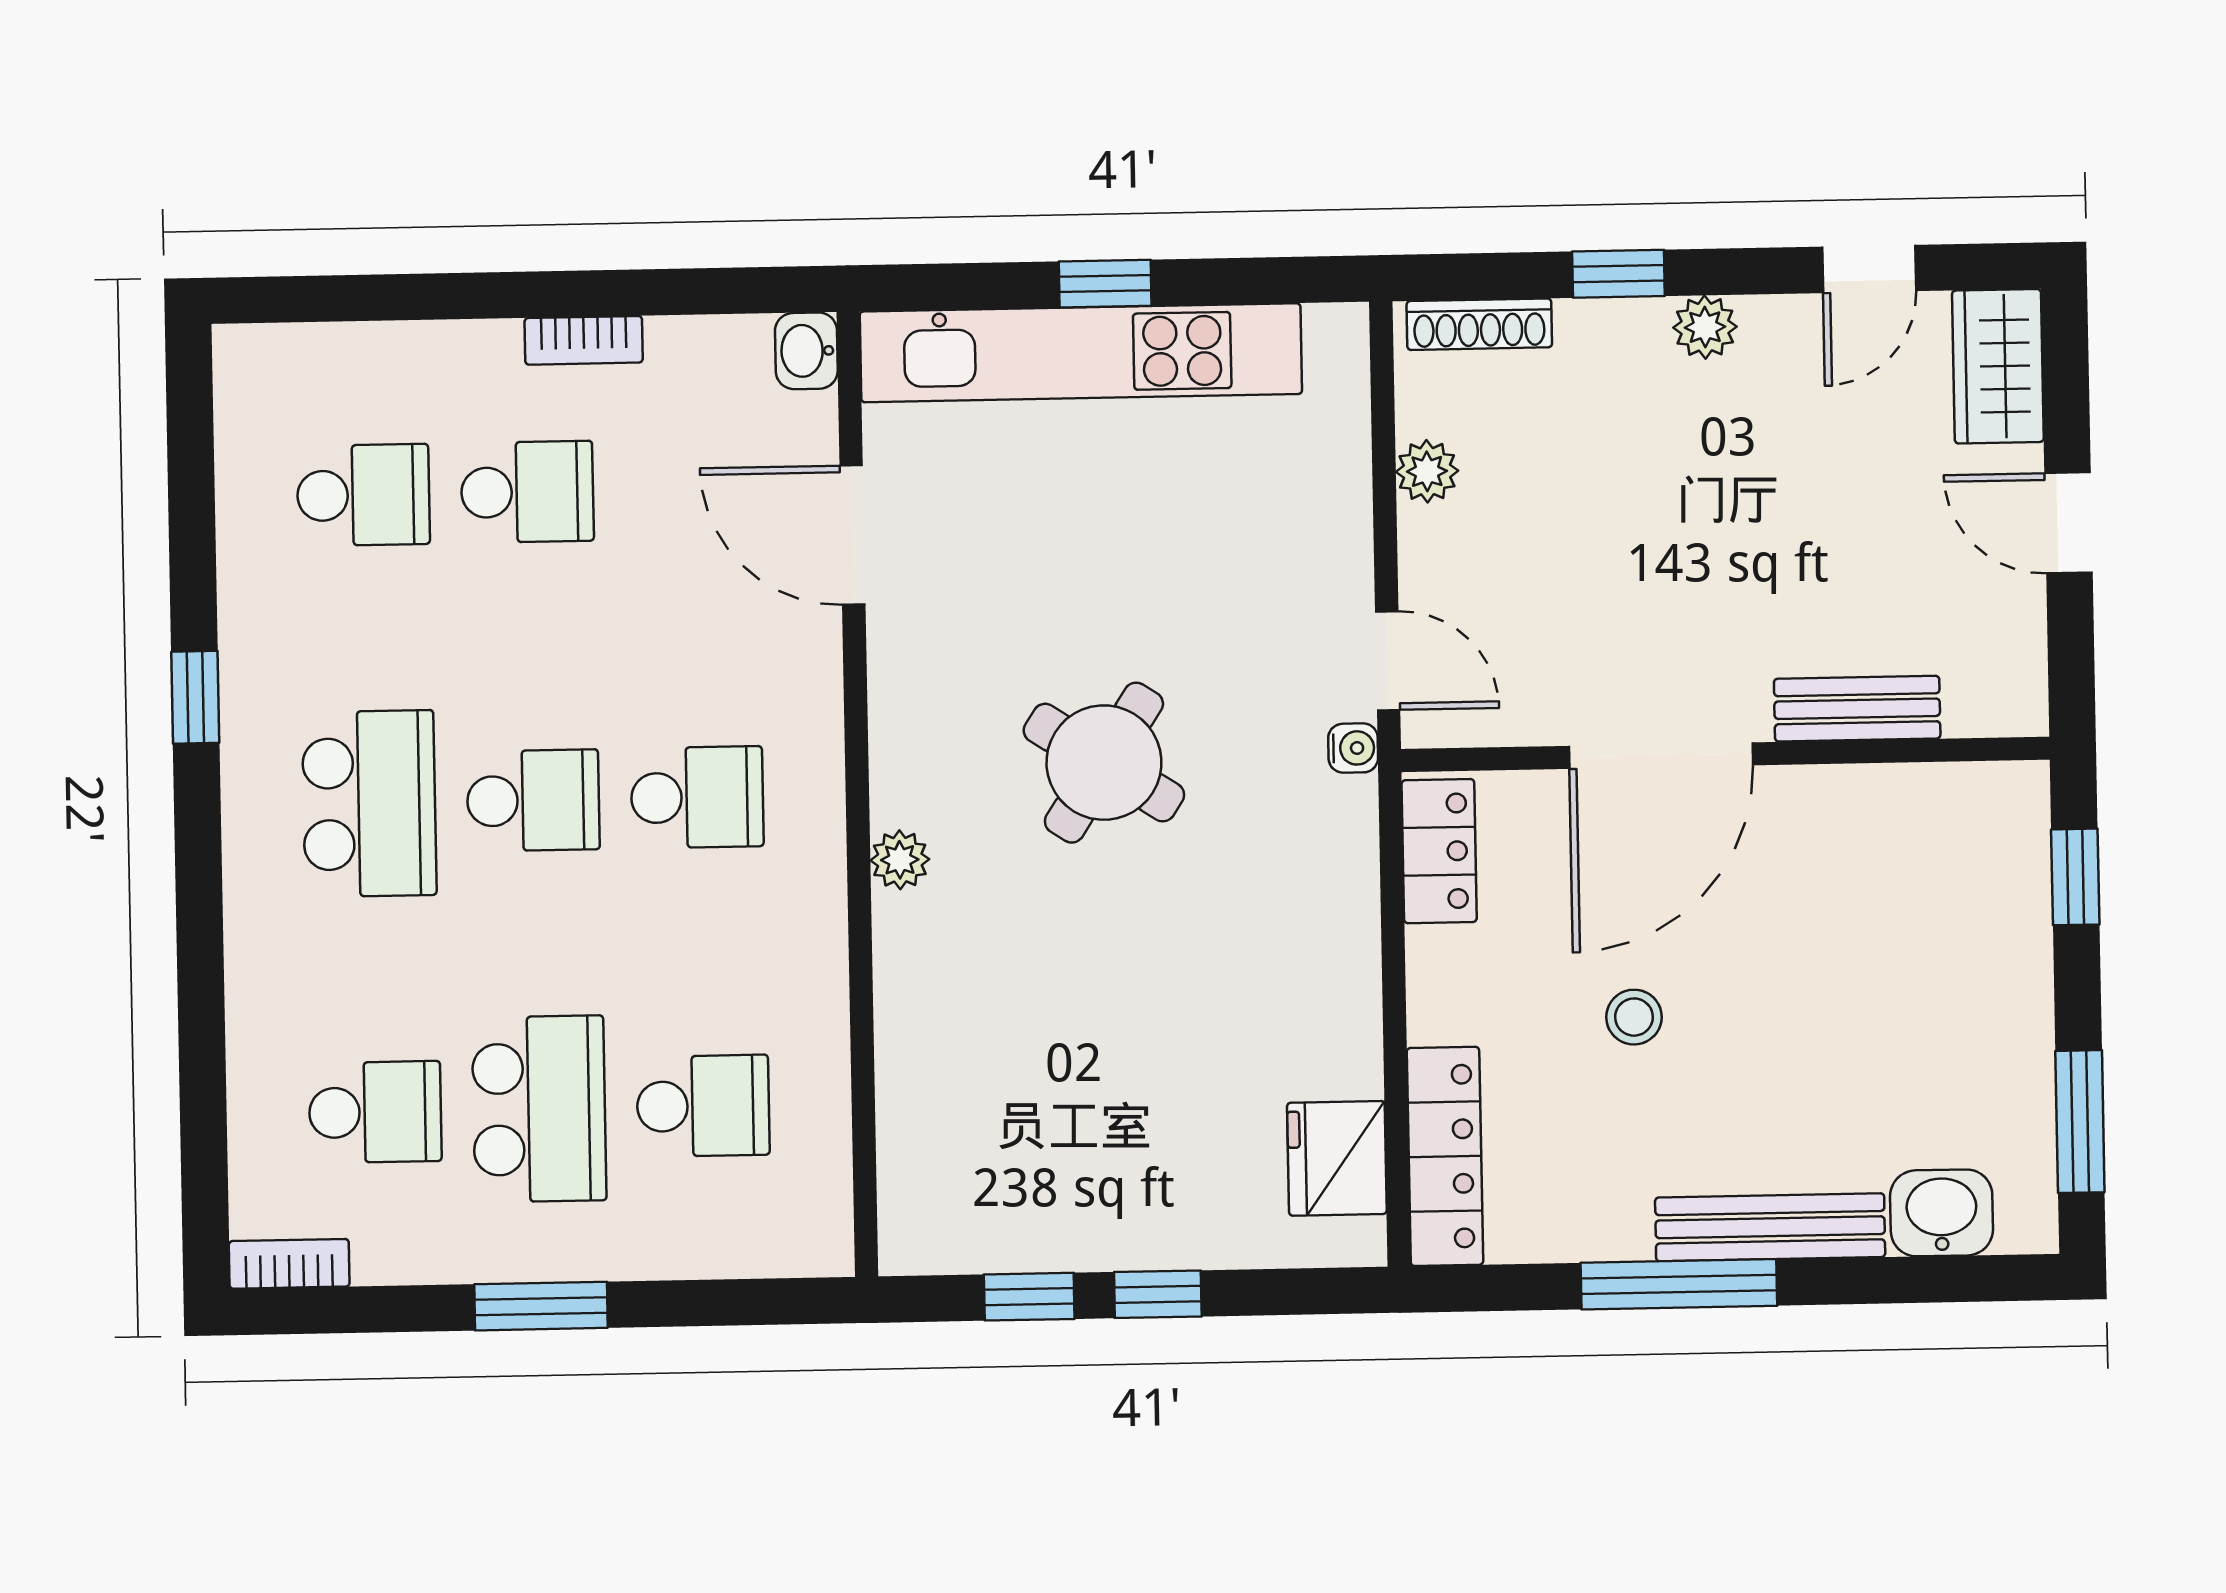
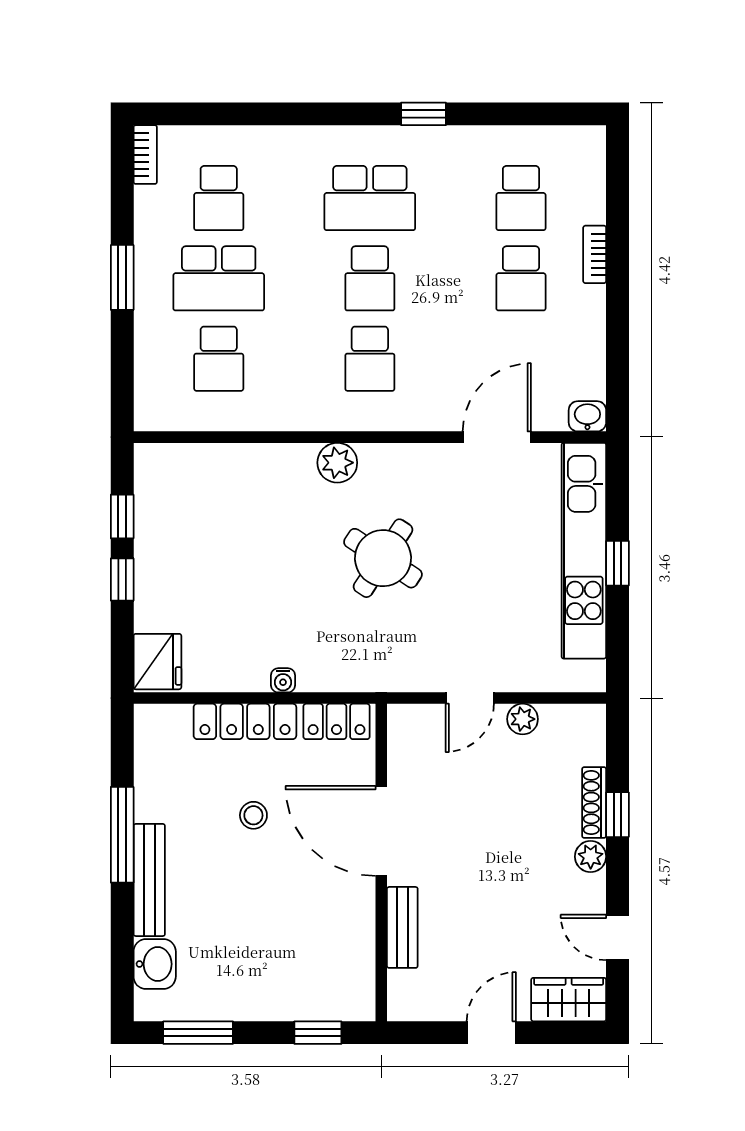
shoe rack: (1479, 324) -> (594, 803), moved
bookcase: (584, 340) -> (595, 254), moved
door: (1388, 661) -> (470, 698), moved
water cooler: (1353, 748) -> (283, 680), moved
plant: (900, 860) -> (337, 463), width x1.38, depth x1.38
locker: (1445, 1156) -> (245, 721), moved
fridge: (1337, 1158) -> (157, 662), moved, turned 90

